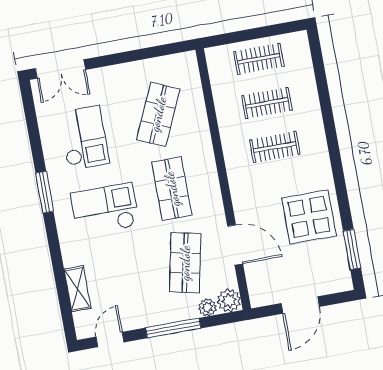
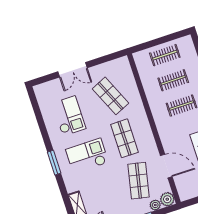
double door: (60, 69) -> (72, 70), moved
shop shelf: (158, 114) -> (110, 96), turned -48
window: (45, 192) -> (54, 163), moved

